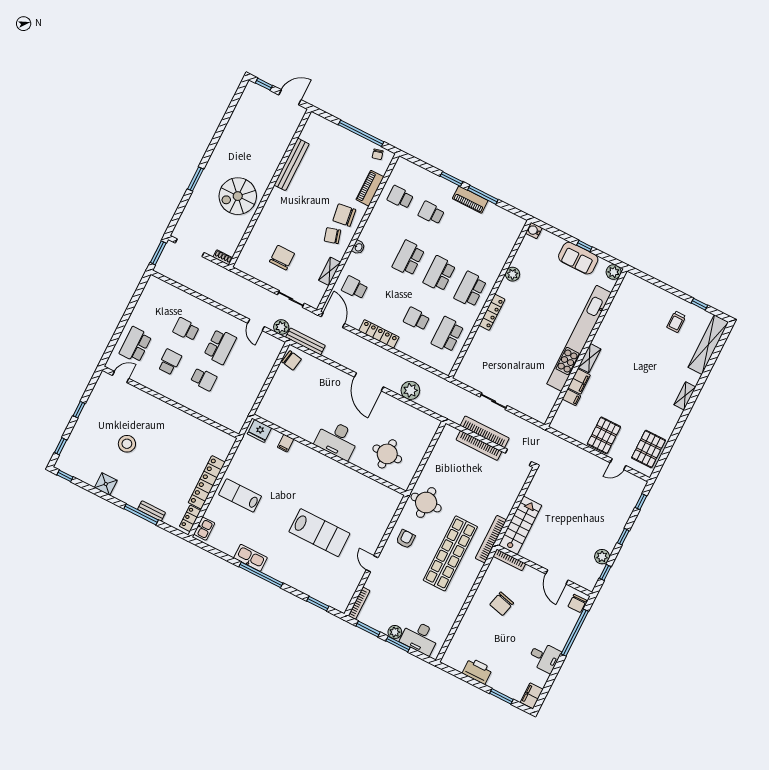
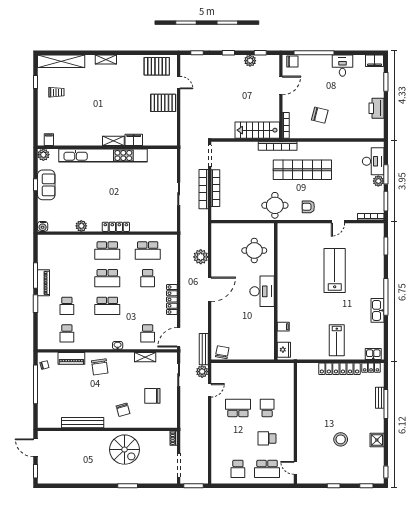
chair: (332, 236) -> (123, 410), moved
school desk: (186, 329) -> (238, 469), moved
filing cabinet: (571, 397) -> (49, 140), moved

